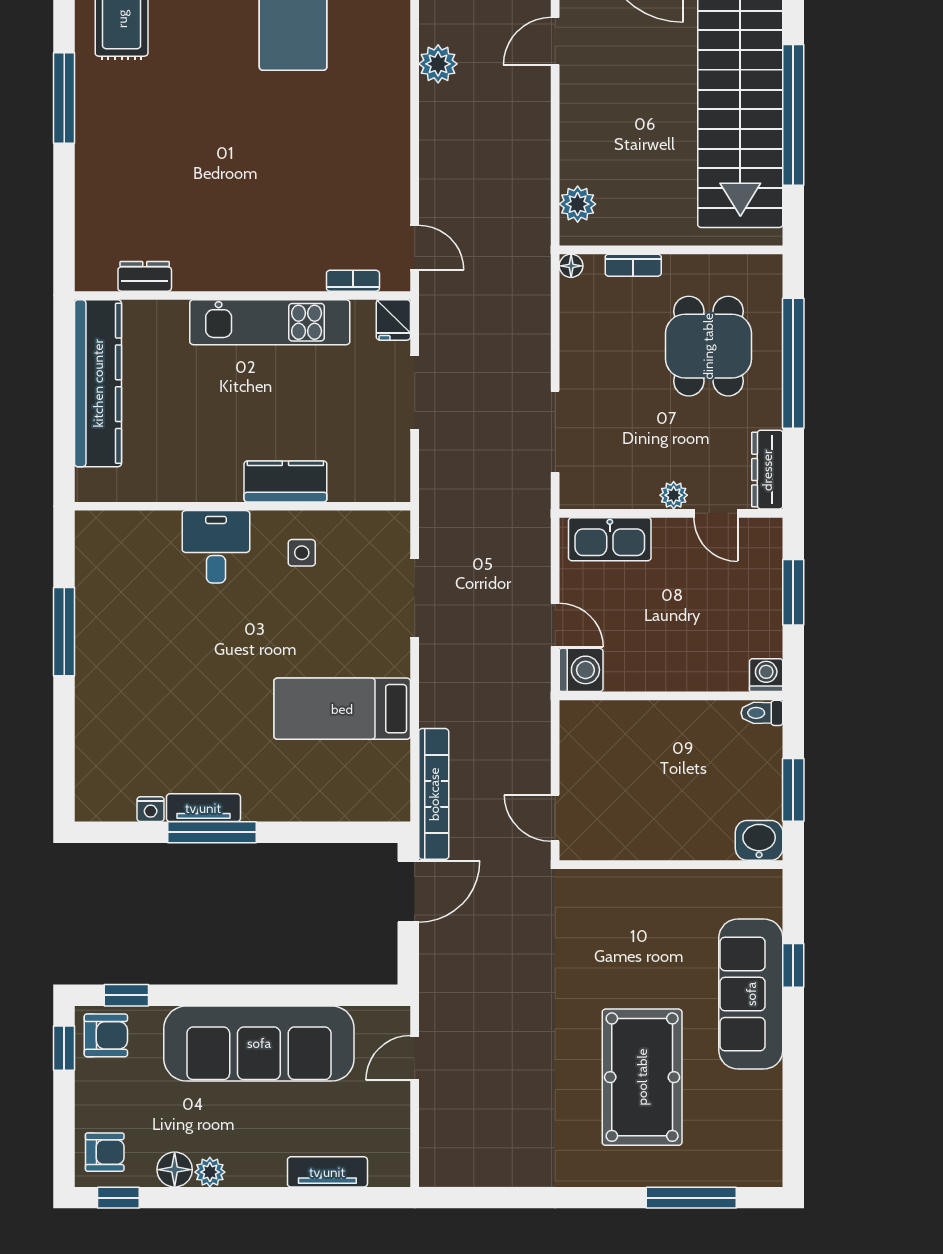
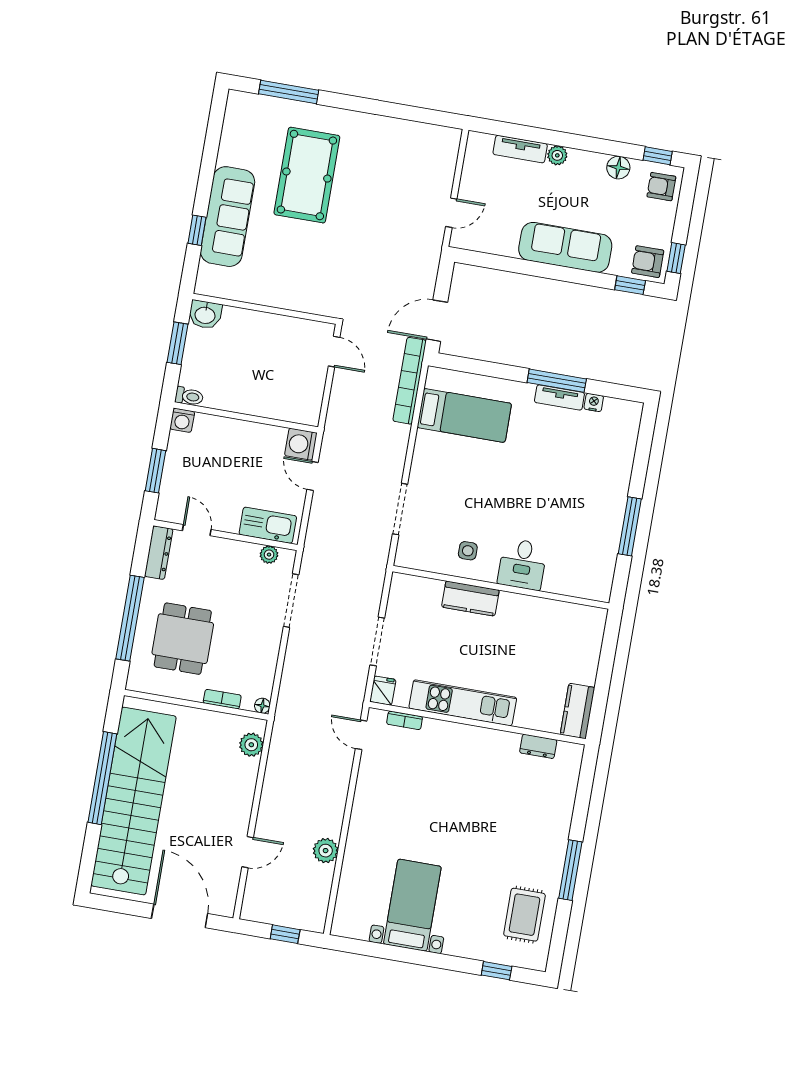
kitchen counter: (98, 383) -> (578, 711), width x0.48, depth x0.86
plant: (674, 495) -> (269, 555), moved
bed: (342, 709) -> (464, 415), moved
sofa: (259, 1043) -> (565, 247), width x0.74, depth x0.79
plant: (210, 1172) -> (557, 155), moved

